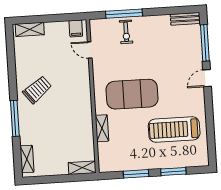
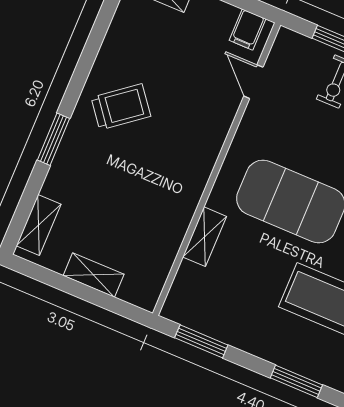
window: (15, 118) -> (54, 139), width x0.69
shelving: (82, 168) -> (94, 275), moved
window: (136, 174) -> (201, 341), moved

